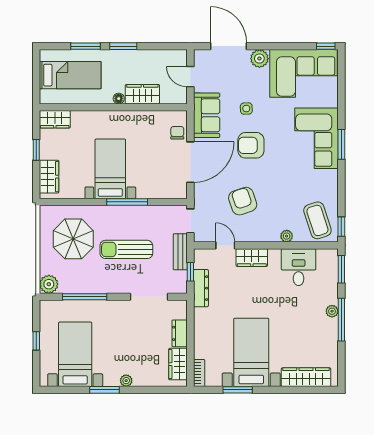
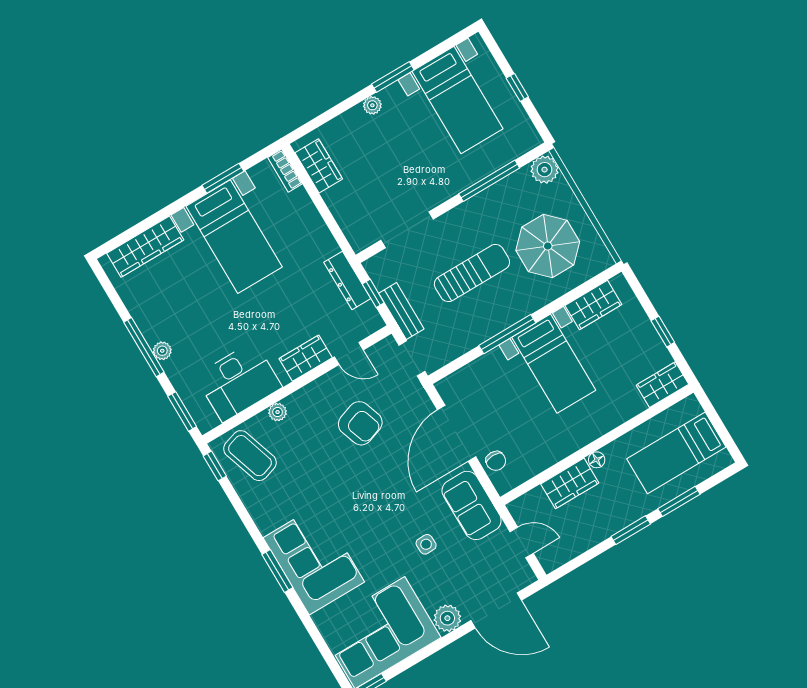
armchair: (251, 145) -> (392, 501), removed
wardrobe: (49, 177) -> (593, 305), moved, turned -90
desk: (299, 267) -> (239, 382), width x1.37
dresser: (180, 333) -> (340, 206), removed

